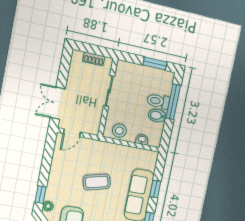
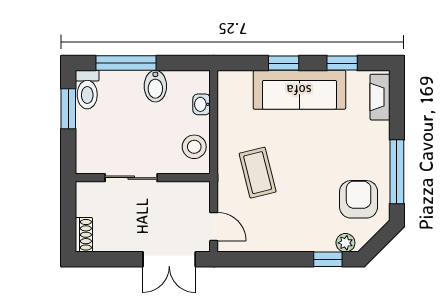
shoe rack: (94, 59) -> (84, 235), moved
toilet: (158, 101) -> (87, 90), moved
coffee table: (97, 182) -> (258, 173), moved

